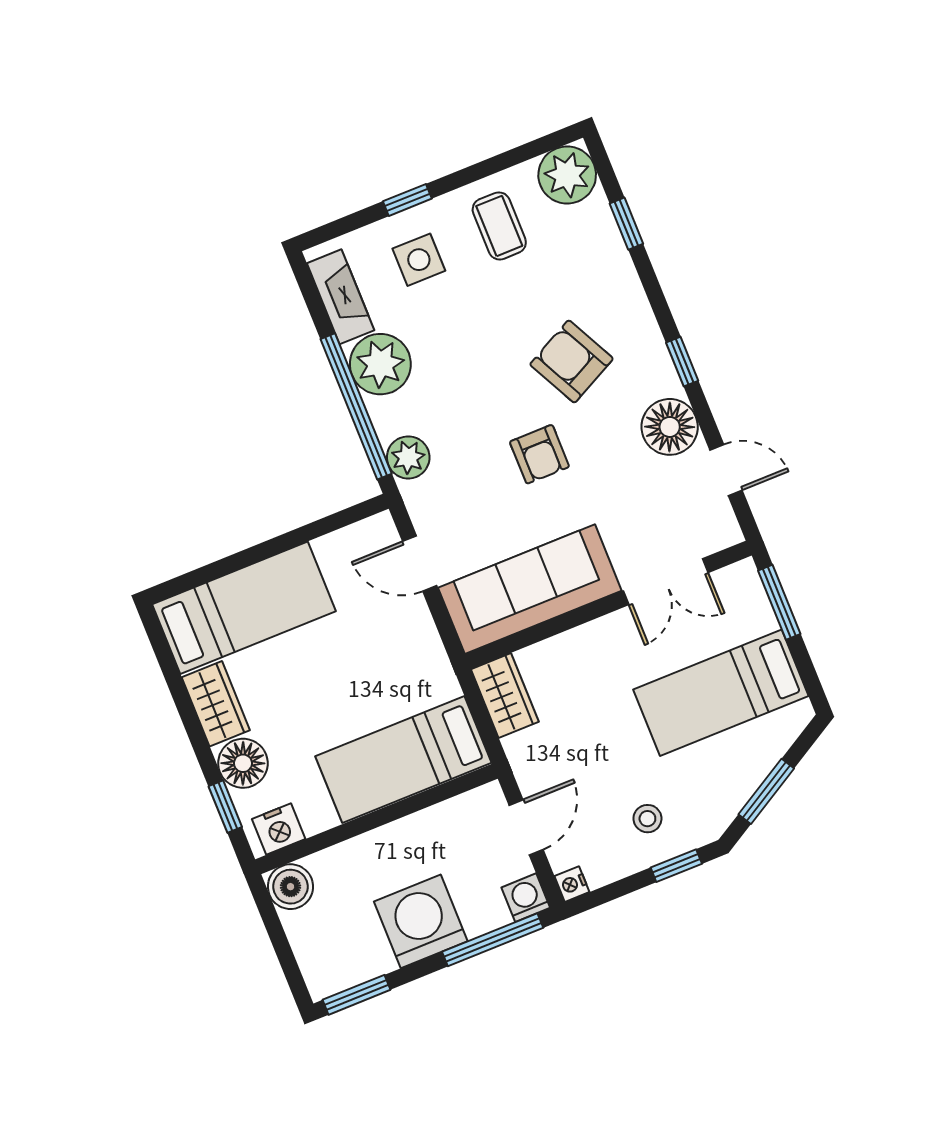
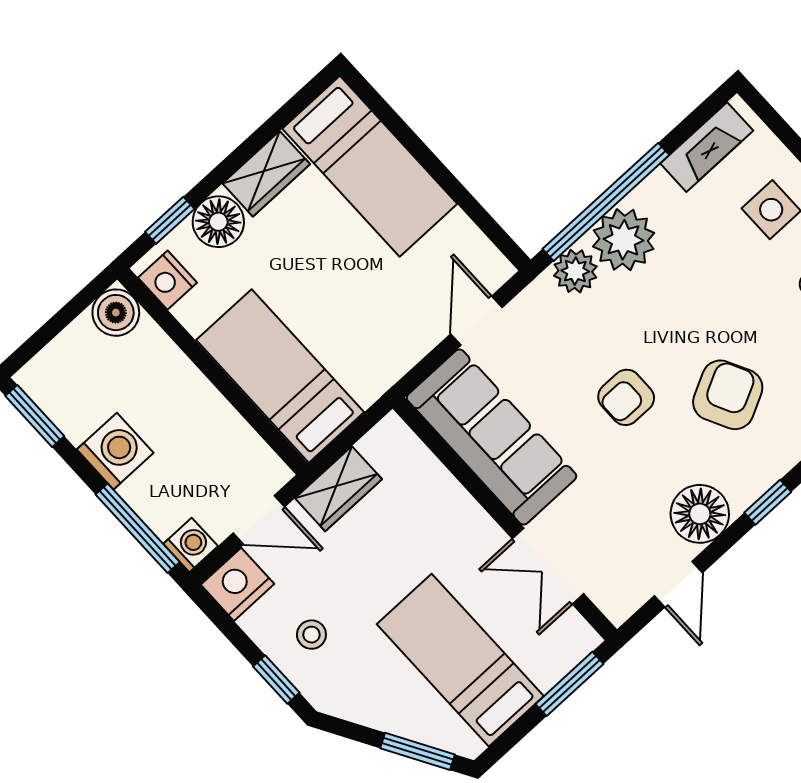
plant: (380, 364) -> (624, 240), moved
wardrobe: (505, 695) -> (338, 489), moved
window: (766, 791) -> (418, 751), moved
nightstand: (572, 884) -> (237, 584), width x1.89, depth x1.79
washing machine: (421, 921) -> (115, 451), width x0.73, depth x0.73

